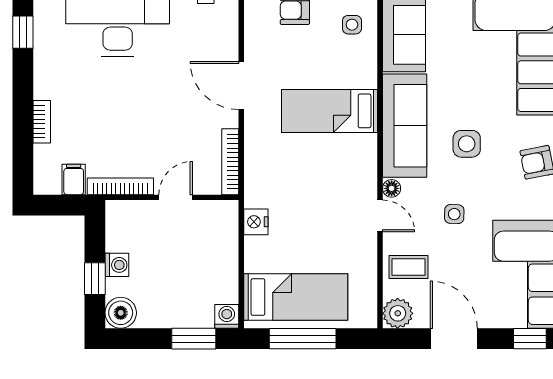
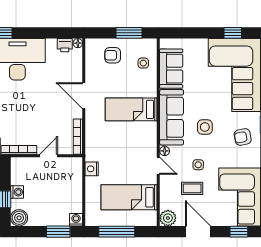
coffee table: (409, 267) -> (192, 188), moved
bed: (296, 297) -> (129, 197), moved, turned 180

